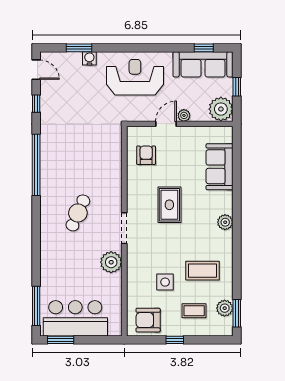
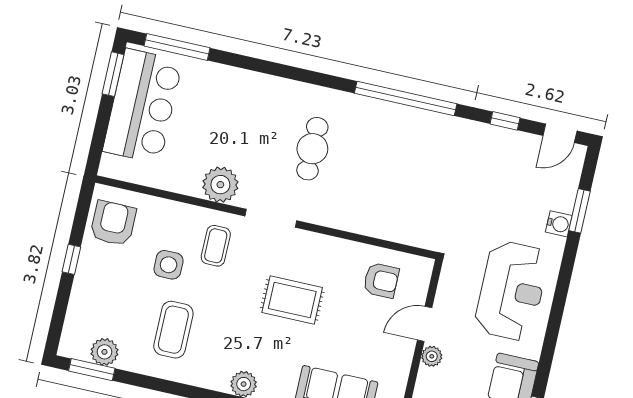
door: (166, 124) -> (425, 324), swing flipped
cafe table: (78, 213) -> (312, 149), turned 66
coffee table: (194, 311) -> (216, 246), moved

